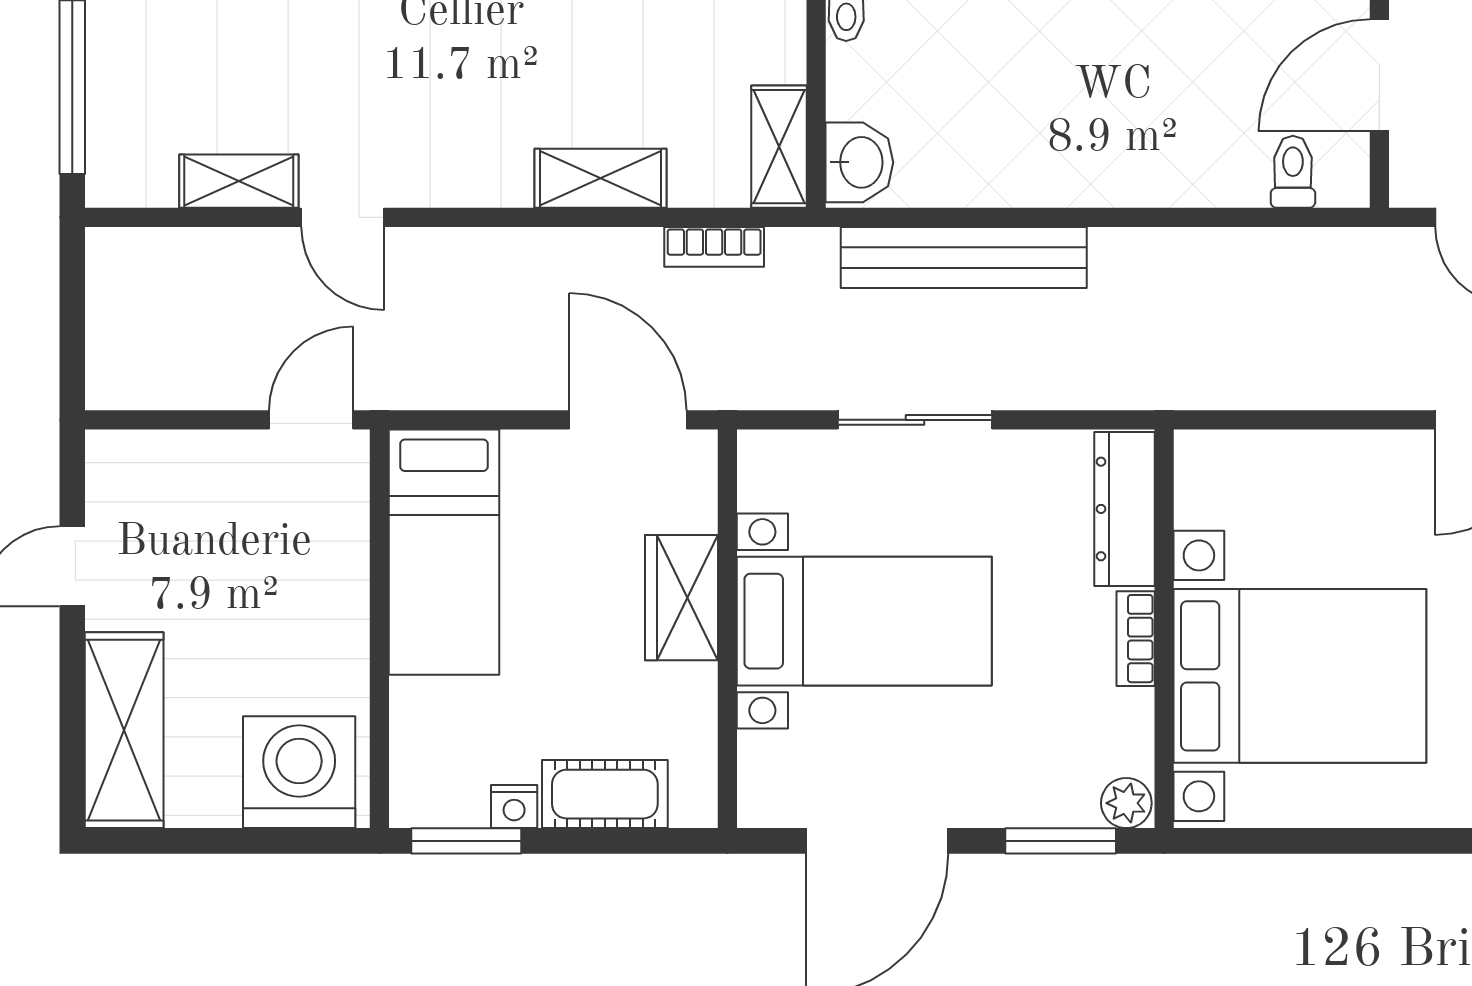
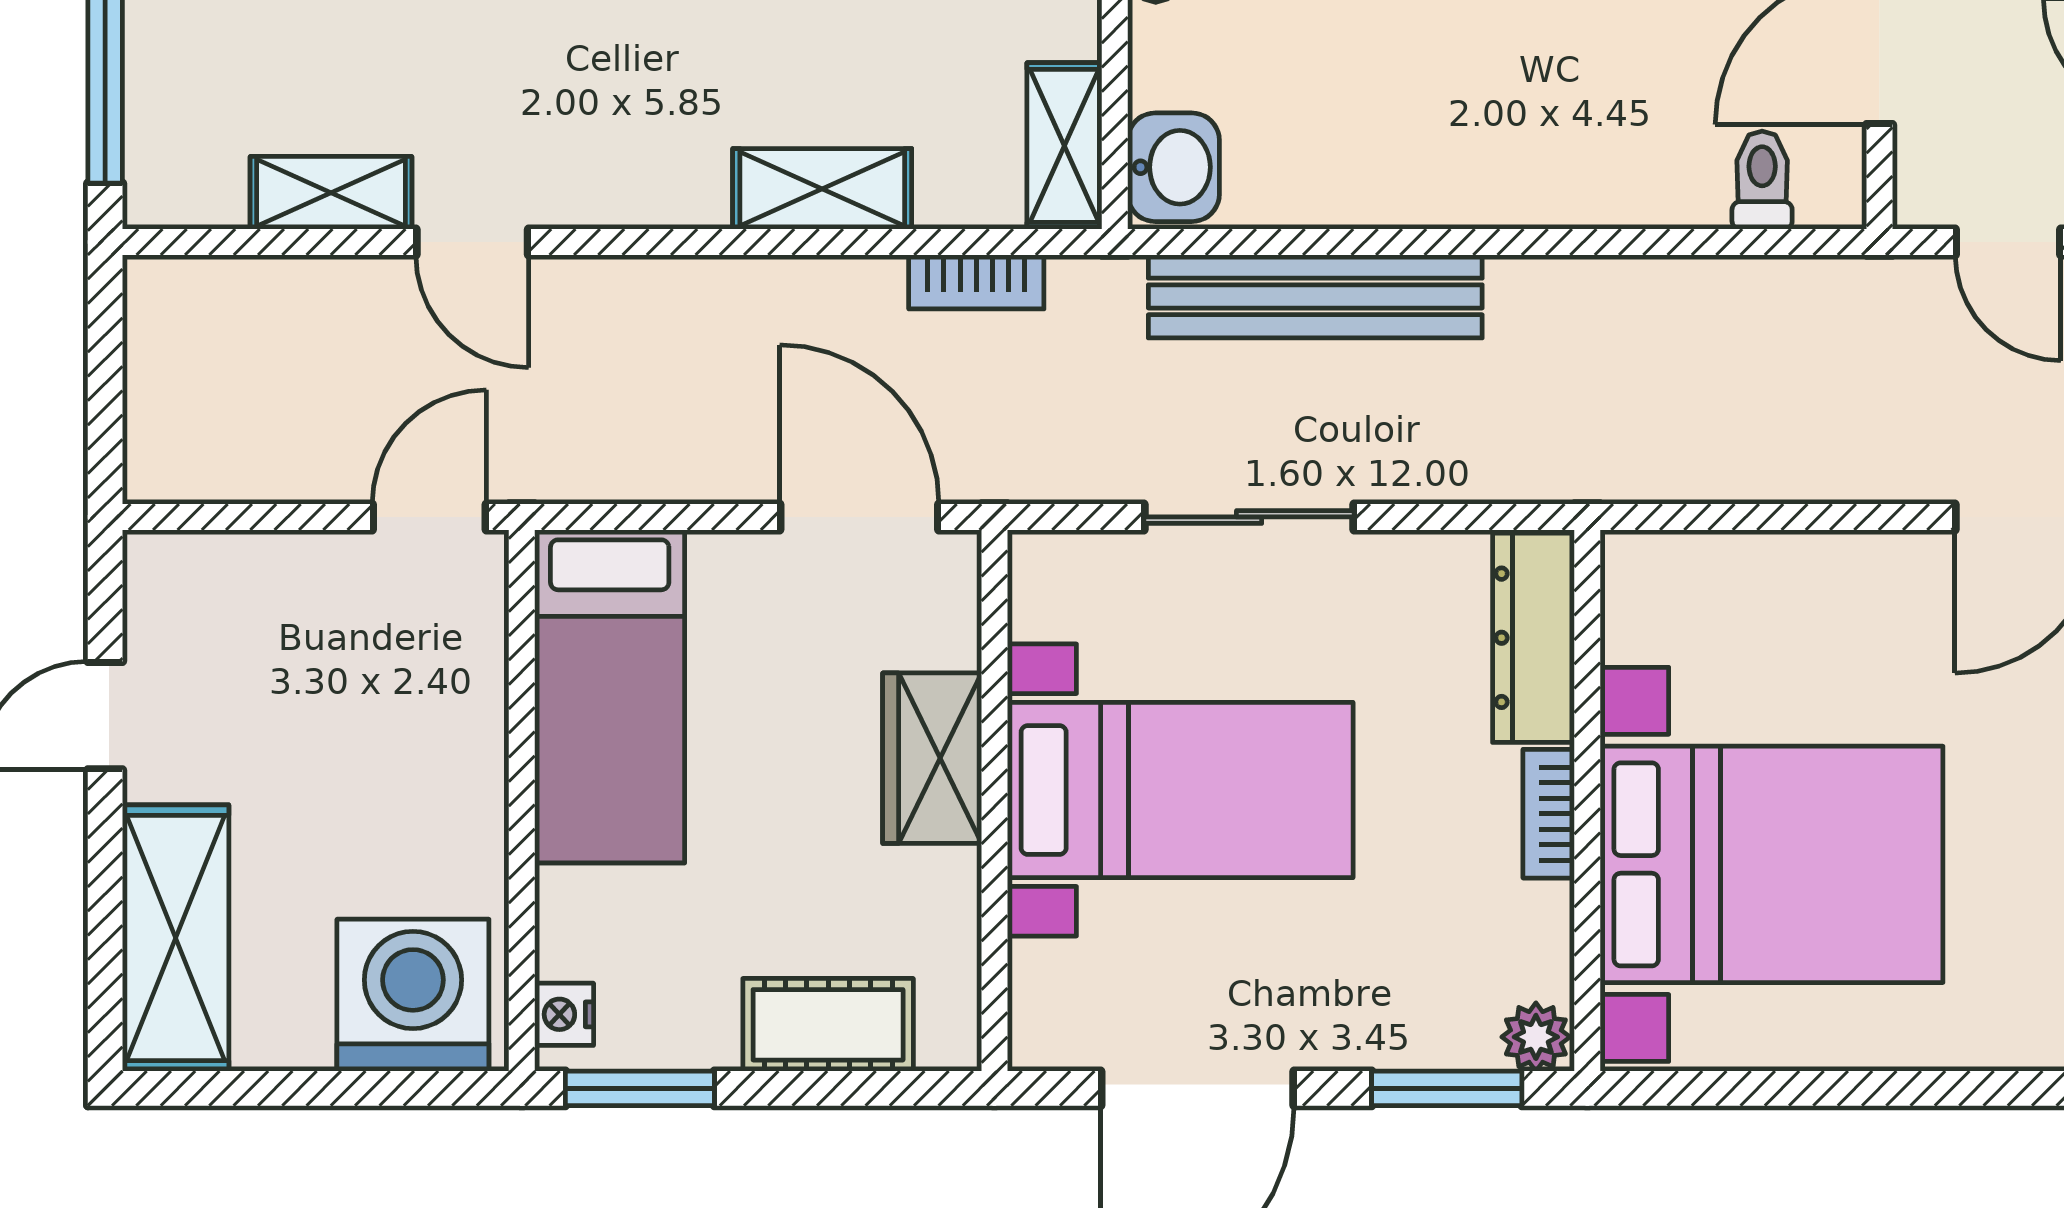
nightstand: (514, 807) -> (564, 1014), moved, turned 90

